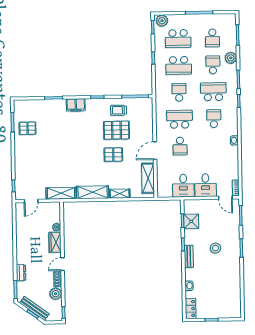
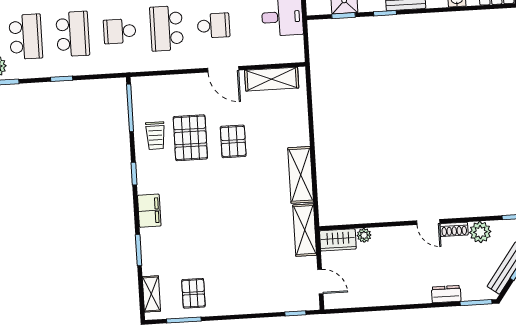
shelving: (120, 194) -> (151, 294), moved
wardrobe: (55, 242) -> (338, 240), moved

